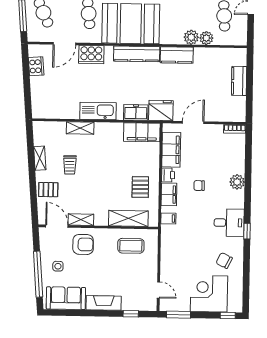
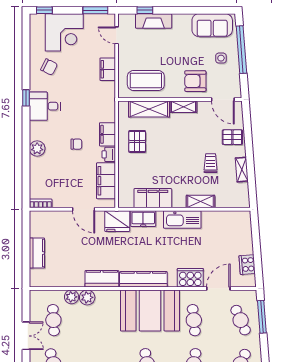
door: (193, 123) -> (84, 209), hinge flipped
filing cabinet: (142, 132) -> (153, 198), moved
filing cabinet: (168, 218) -> (108, 69), moved, width x2.00
shelving: (81, 220) -> (183, 107), moved
coffee table: (131, 246) -> (146, 81), width x1.36, depth x1.32
fireplace: (104, 303) -> (154, 21), moved

